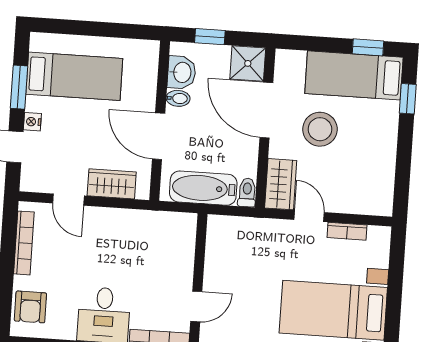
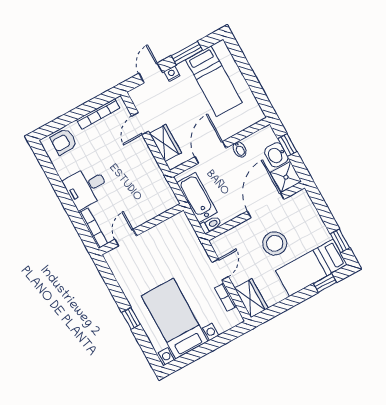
washbasin: (182, 72) -> (276, 155), moved, turned 90
bed: (354, 75) -> (311, 268), moved, turned -90
wardrobe: (281, 184) -> (251, 298), moved, turned -90
door: (196, 306) -> (126, 238), swing flipped

